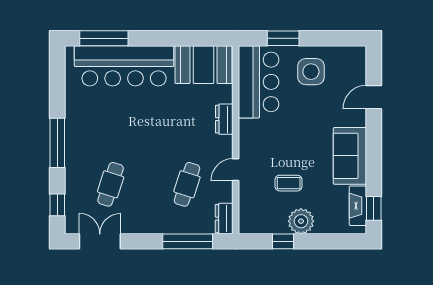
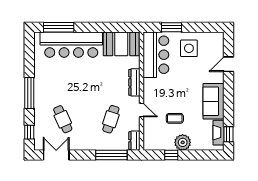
dresser: (224, 119) -> (134, 82), width x1.44
door: (236, 170) -> (142, 110), swing flipped
cafe table: (111, 184) -> (63, 119), turned -42

